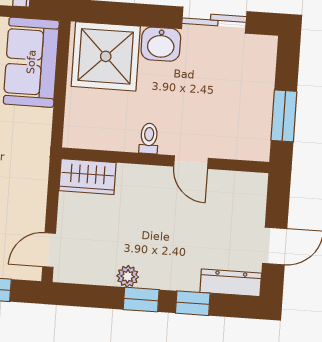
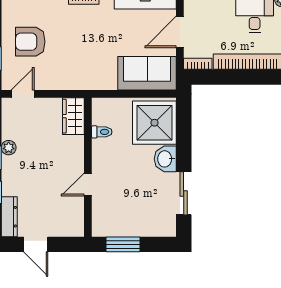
toilet: (149, 138) -> (102, 132), moved
door: (49, 250) -> (23, 94), hinge flipped

